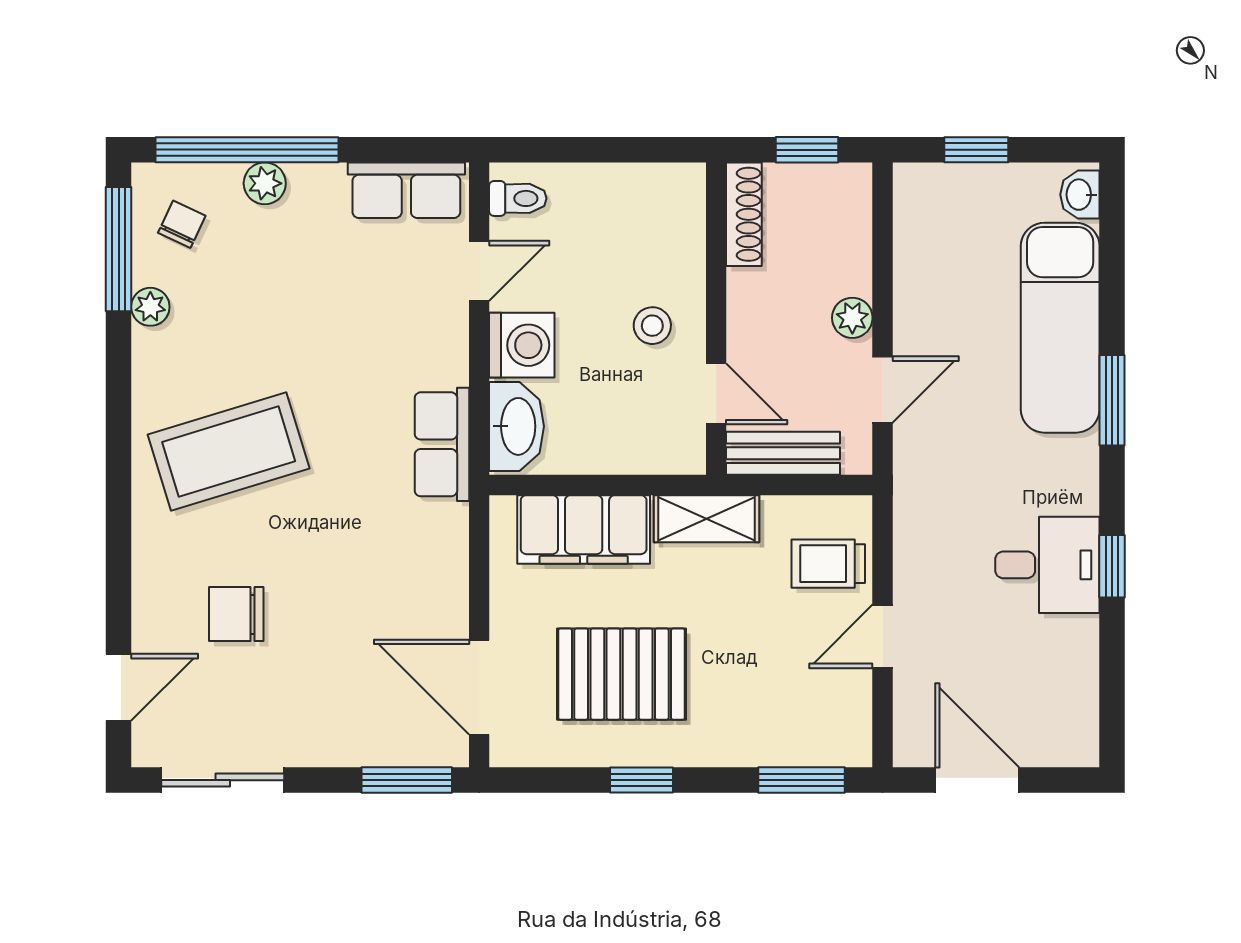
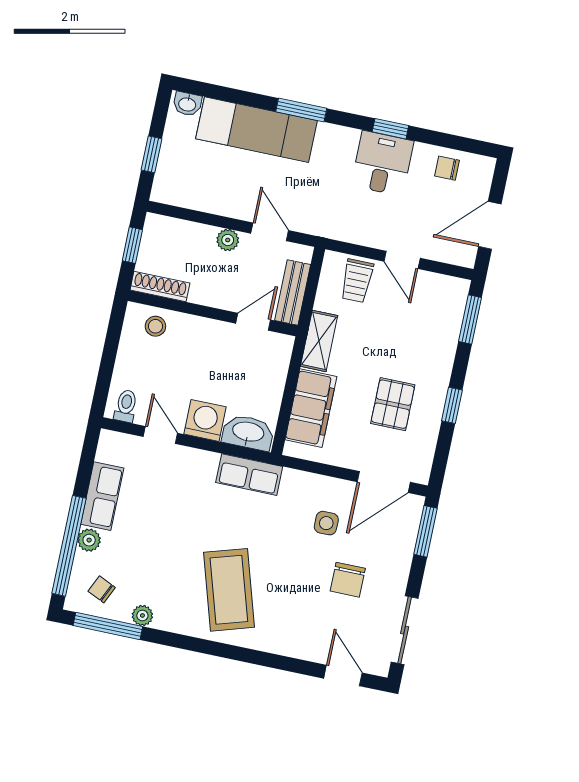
row of seats: (406, 190) -> (102, 496), moved
stool: (652, 326) -> (155, 326), moved
side table: (384, 600) -> (326, 523), added
chair: (236, 614) -> (348, 580), moved
pallet: (621, 674) -> (393, 404), width x0.67, depth x0.71
chair: (1063, 682) -> (447, 168), added

